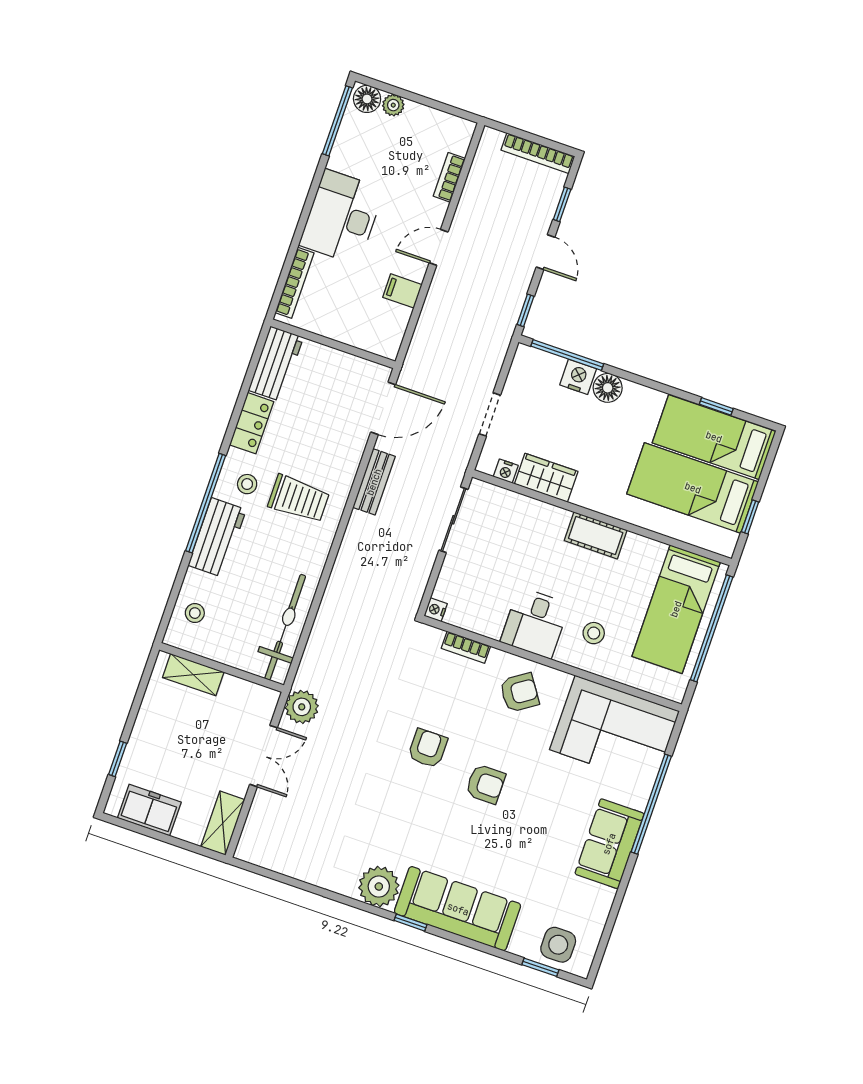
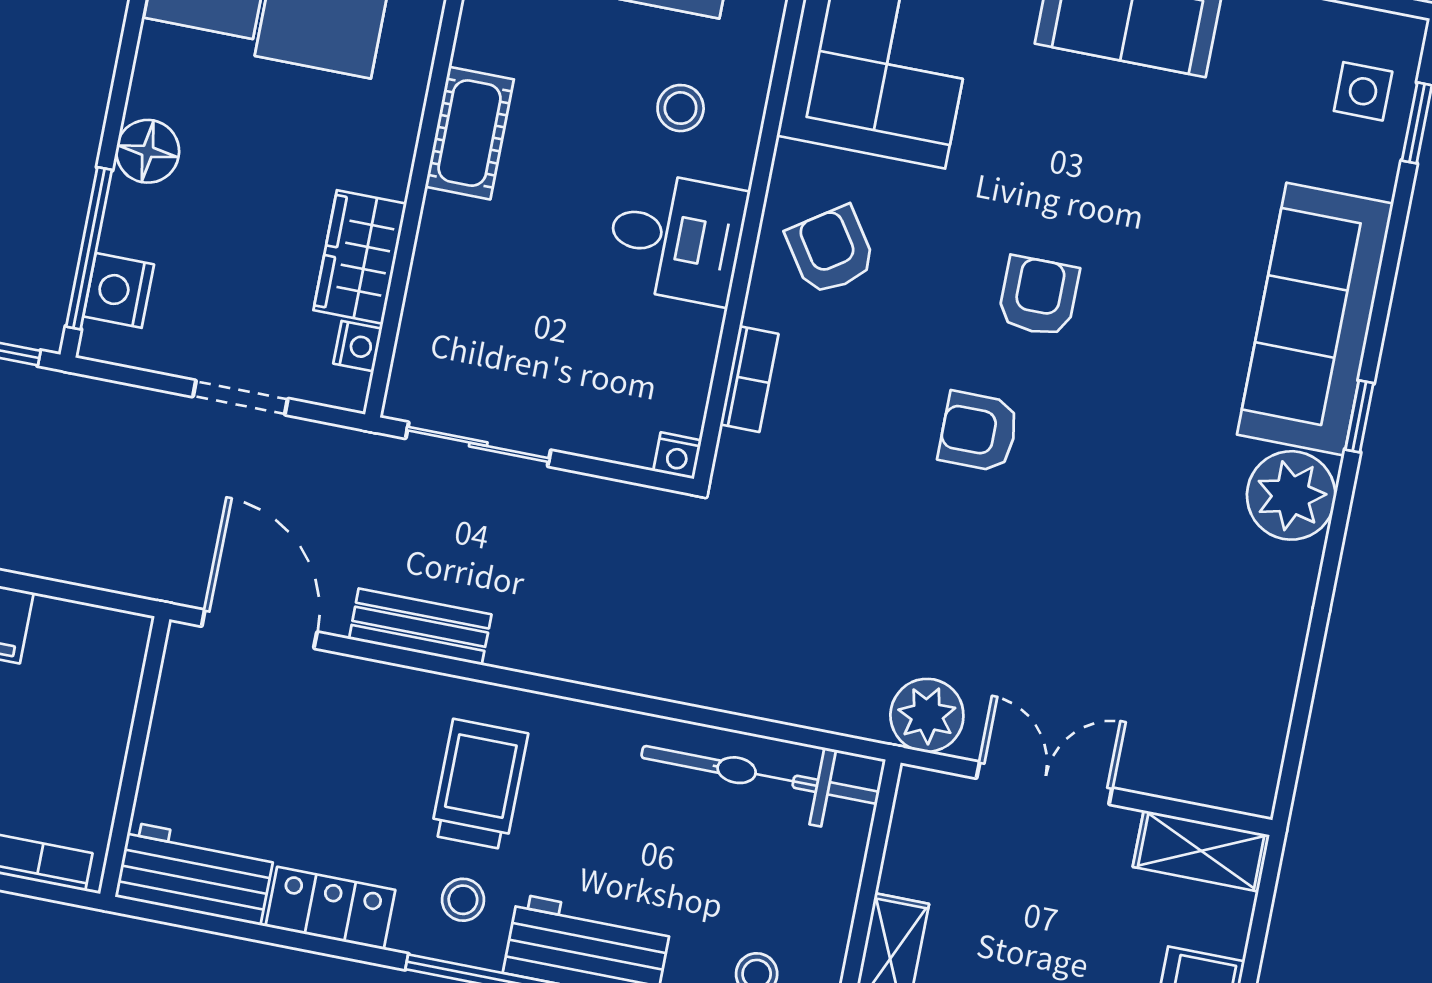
nightstand: (578, 377) -> (119, 290), moved
side table: (558, 945) -> (1363, 91), width x0.73, depth x0.73

